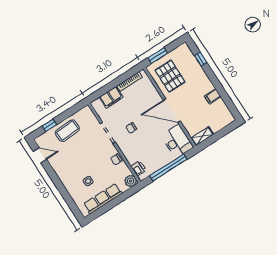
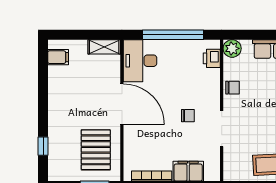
filing cabinet: (213, 96) -> (58, 57), moved

